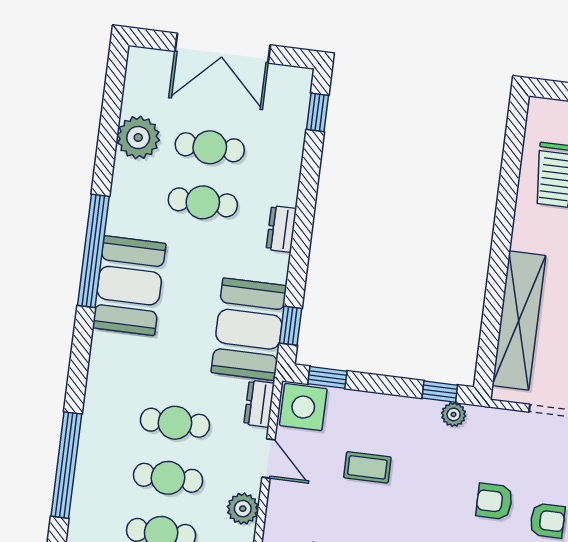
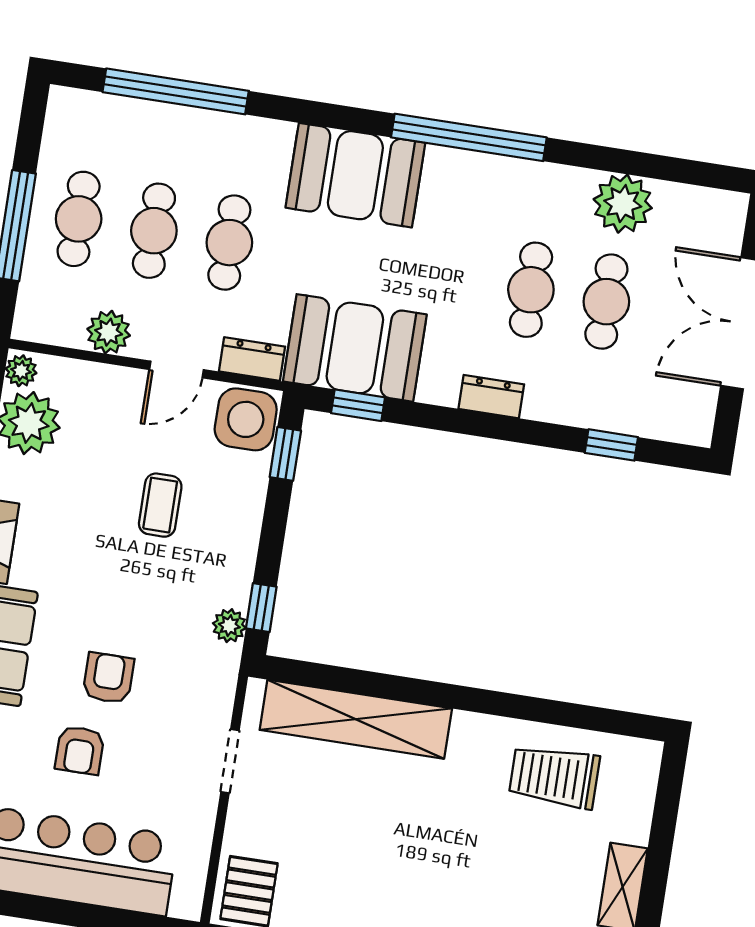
window: (317, 112) -> (611, 445), moved
booth: (129, 286) -> (355, 175), moved

